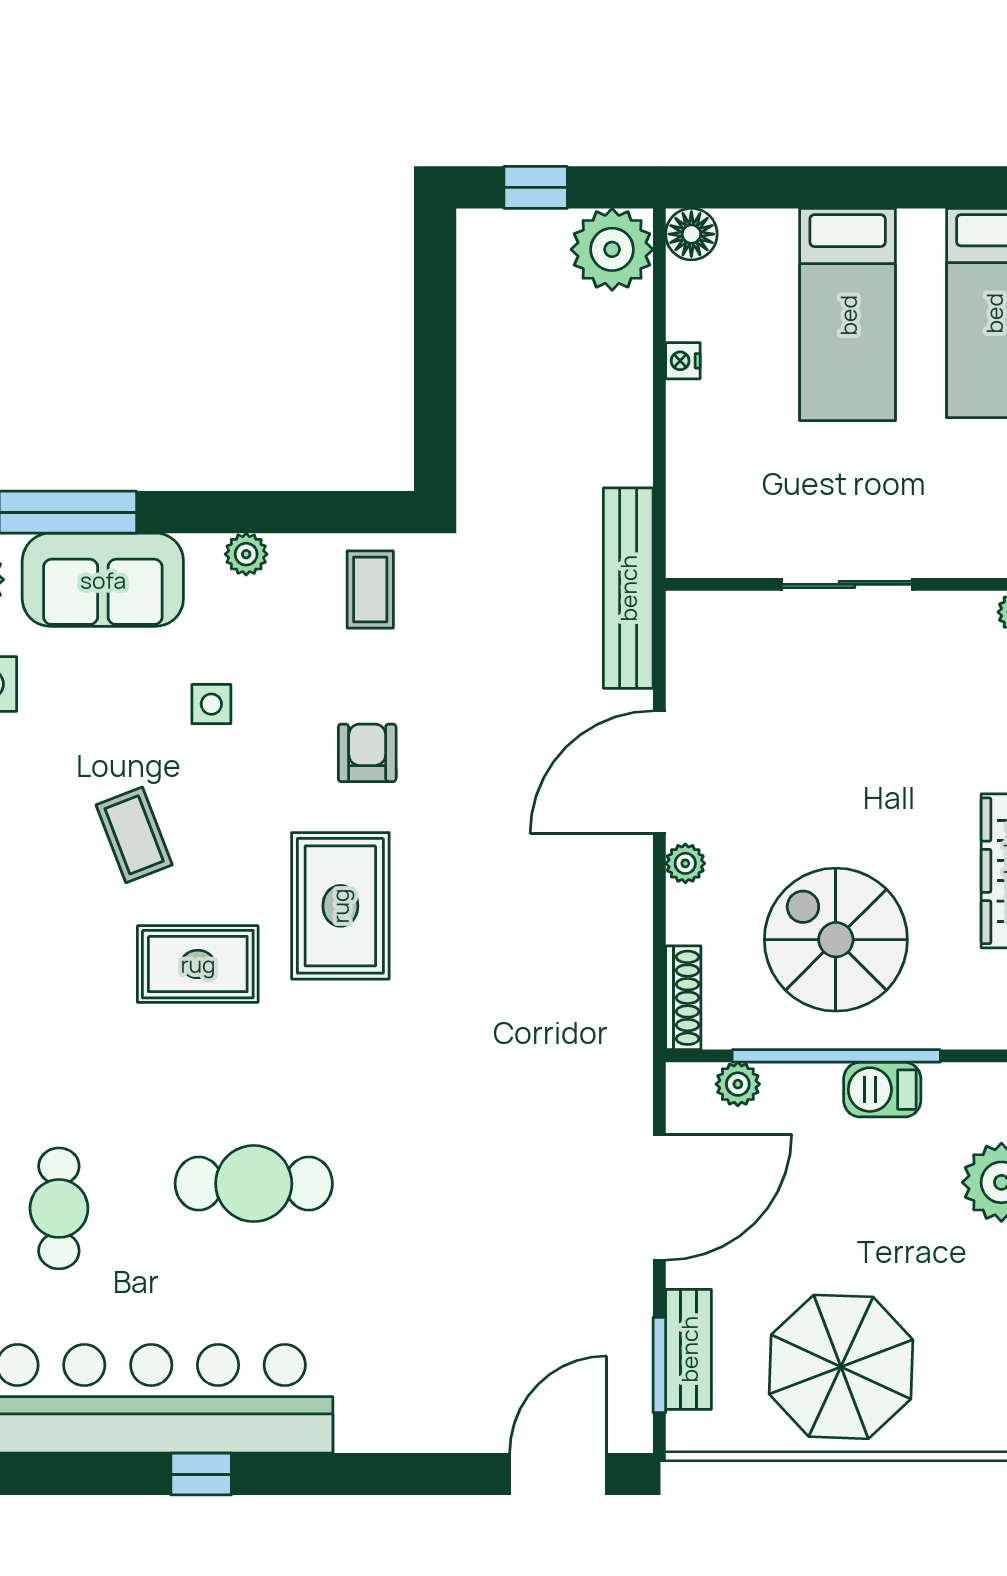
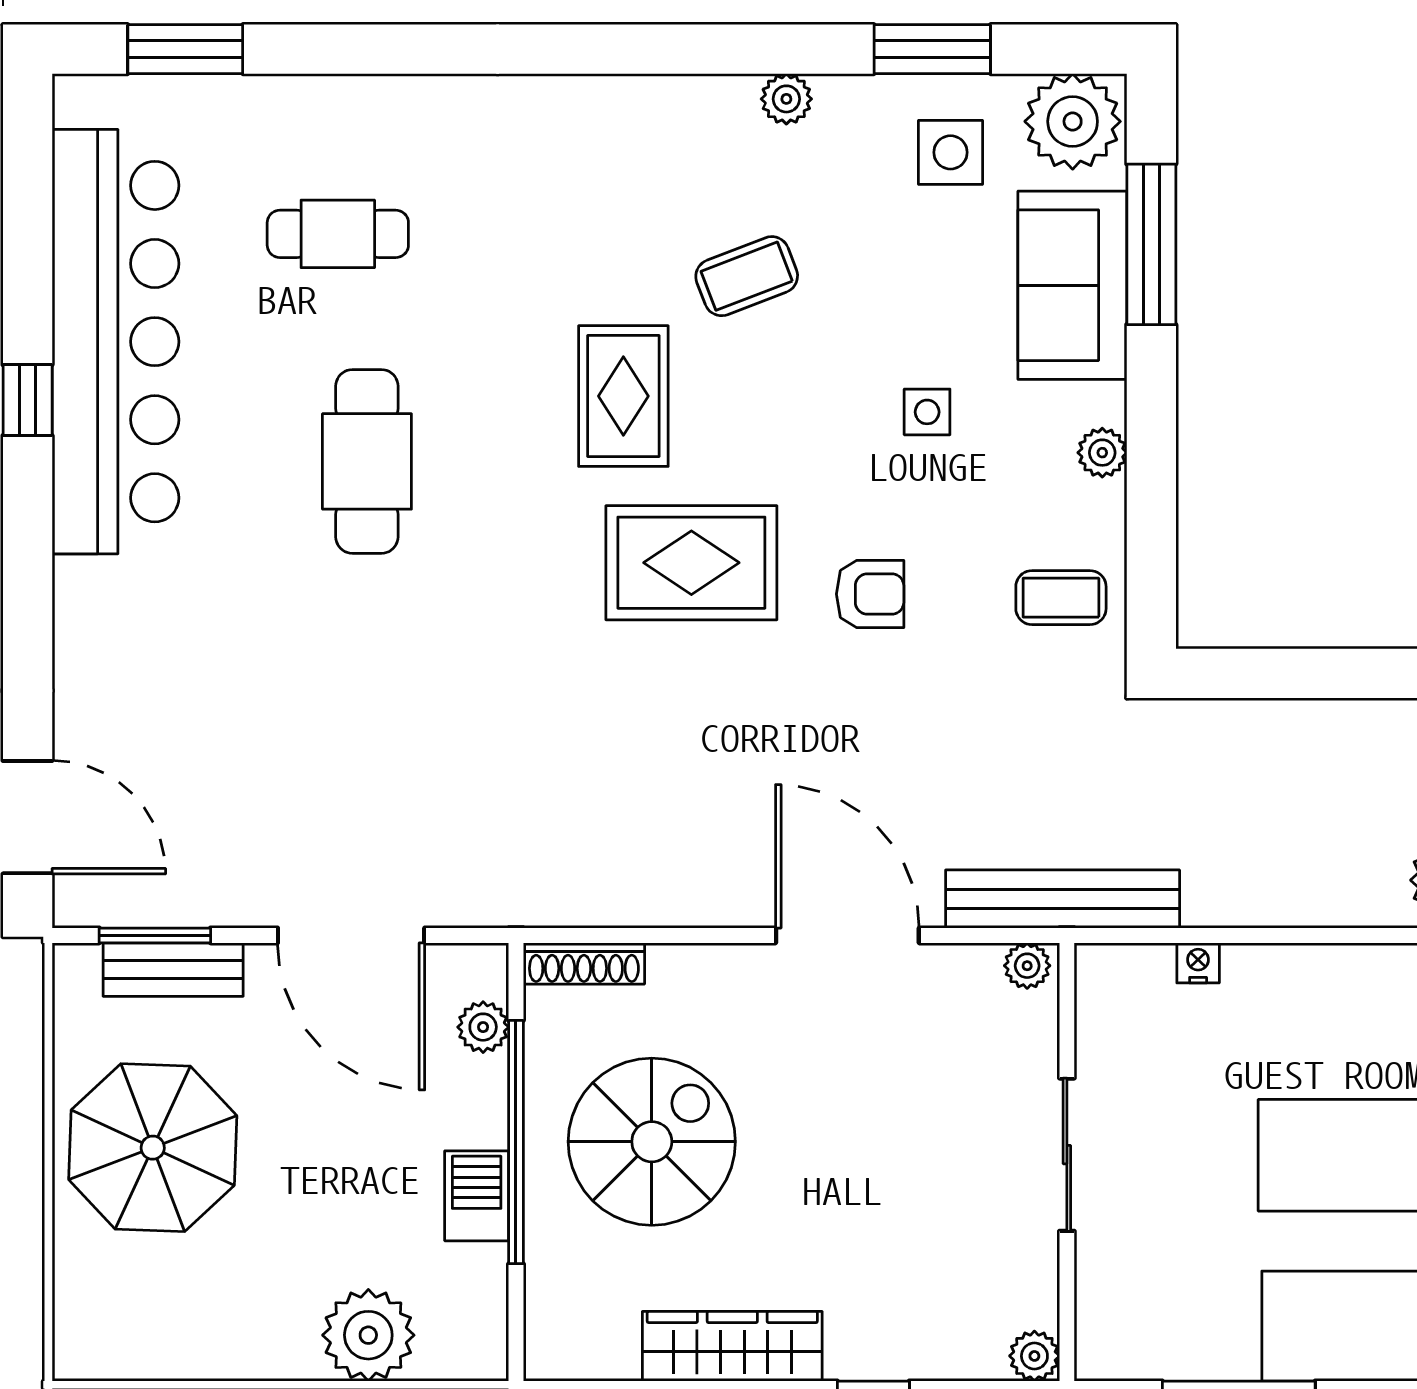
nightstand: (683, 361) -> (1198, 963), moved
coffee table: (134, 835) -> (747, 276), moved
plant: (685, 863) -> (1027, 966), moved

